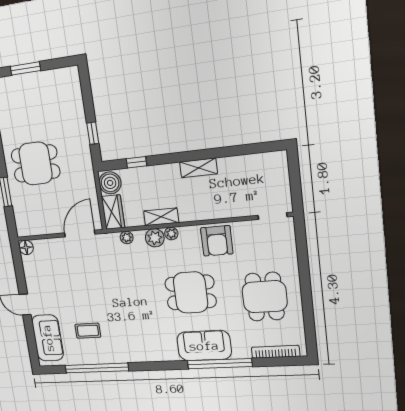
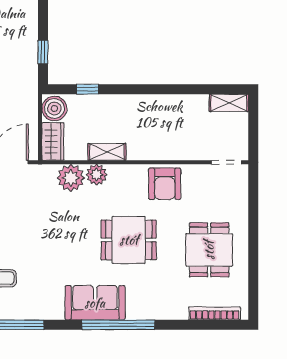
shelving: (199, 168) -> (229, 103), moved
plant: (171, 233) -> (116, 171), removed
plant: (127, 237) -> (71, 178), width x1.88, depth x1.88
sofa: (204, 346) -> (95, 303), moved
window: (220, 364) -> (118, 325), moved

